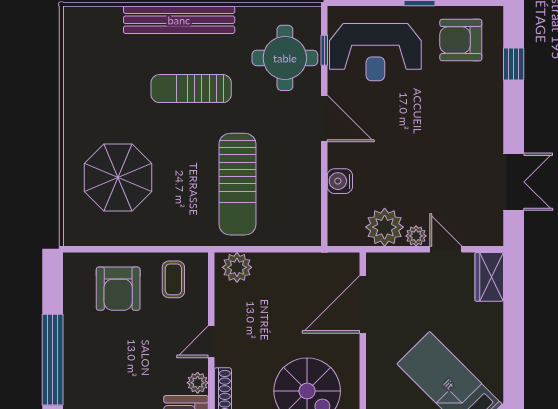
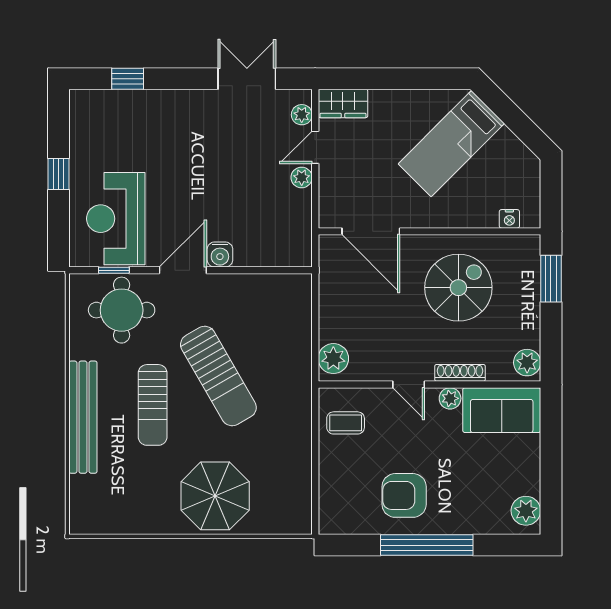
armchair: (461, 40) -> (103, 132), removed
reception desk: (375, 52) -> (116, 219), turned 180
parasol: (118, 178) -> (215, 496), moved
water cooler: (340, 181) -> (220, 255), moved
sun lounger: (238, 184) -> (218, 376), moved, turned 60
plant: (385, 227) -> (302, 115), moved, width x0.53, depth x0.53
armchair: (118, 289) -> (404, 495), moved, turned 180

